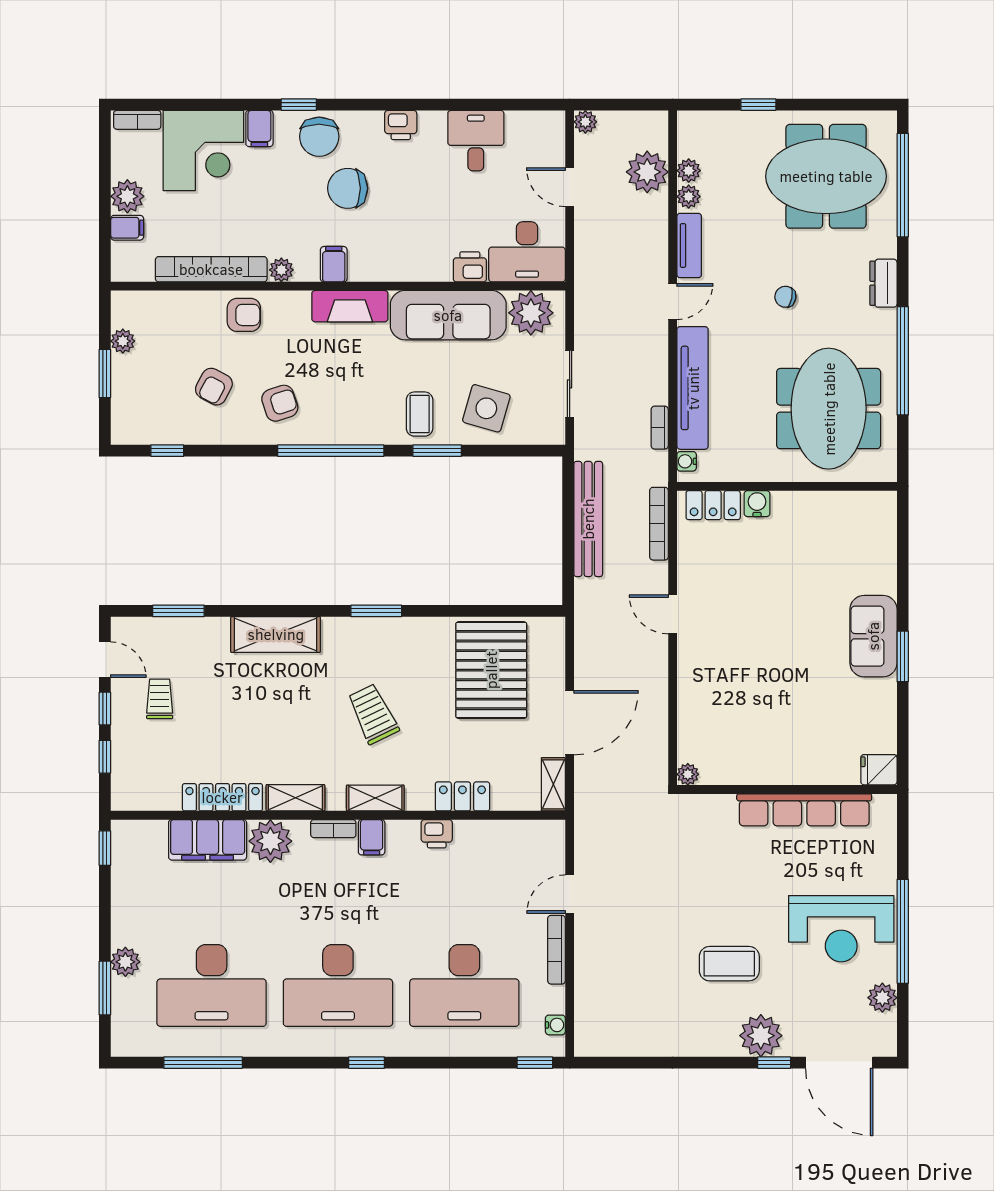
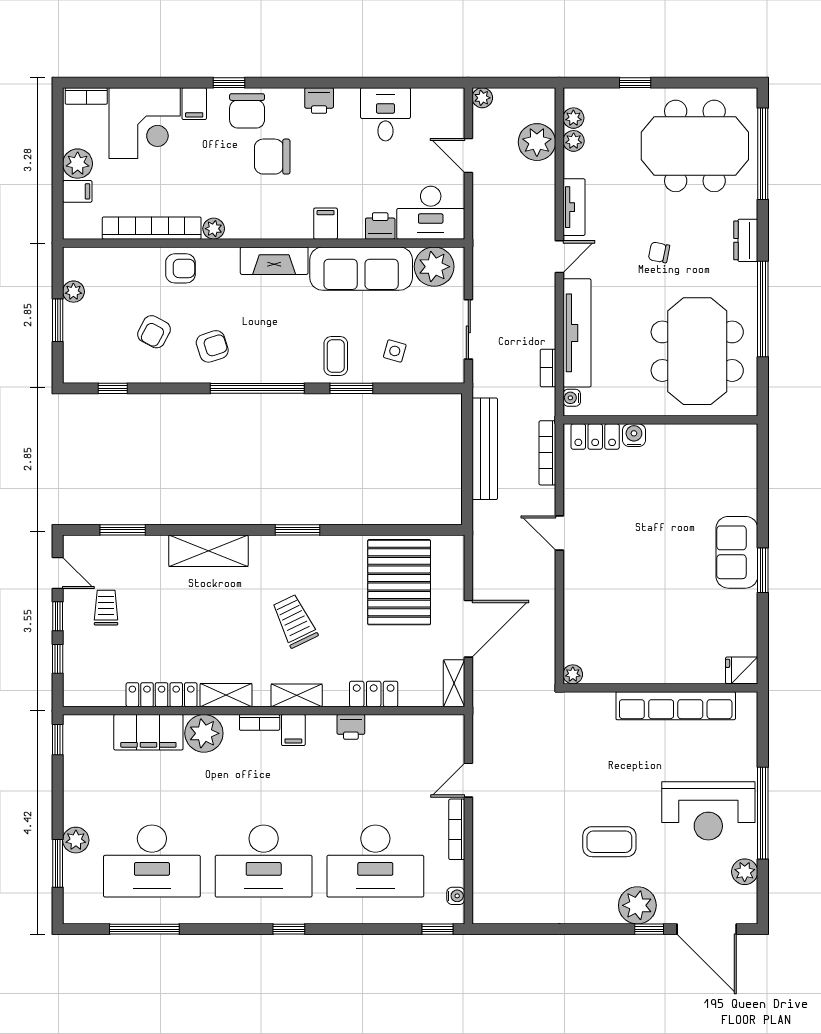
plant: (689, 197) -> (573, 118), moved
filing cabinet: (334, 264) -> (326, 224), moved
side table: (486, 408) -> (395, 351), width x0.54, depth x0.54

